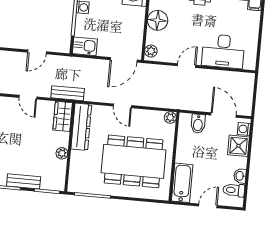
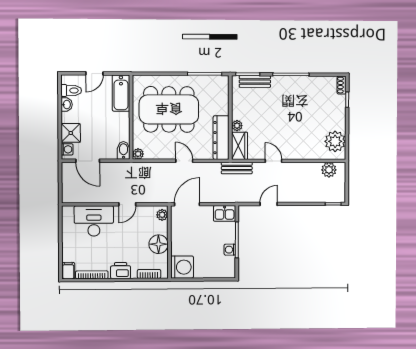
bidet: (198, 124) -> (123, 150), moved
plant: (62, 153) -> (237, 126), moved
bench: (24, 181) -> (255, 82), moved

